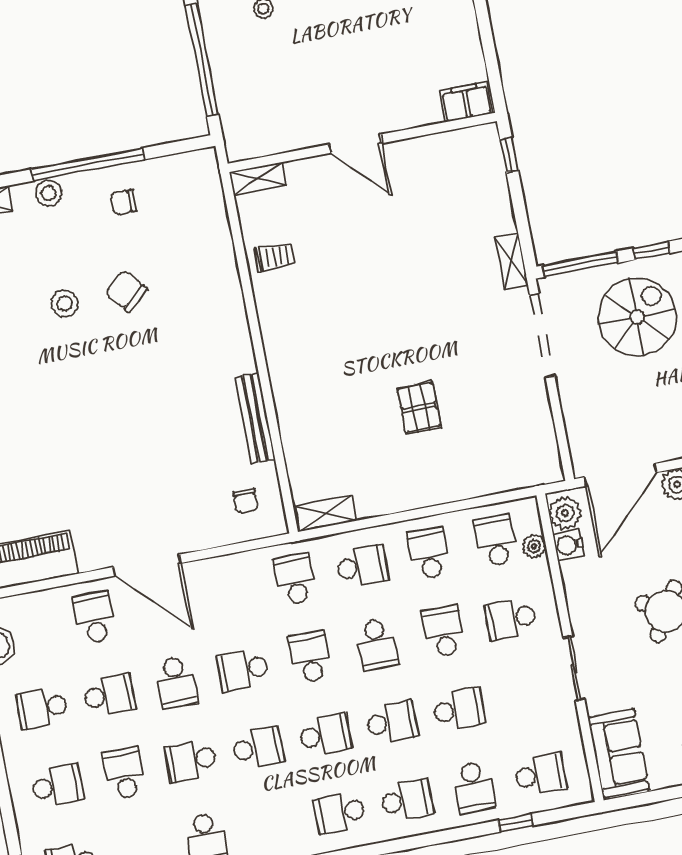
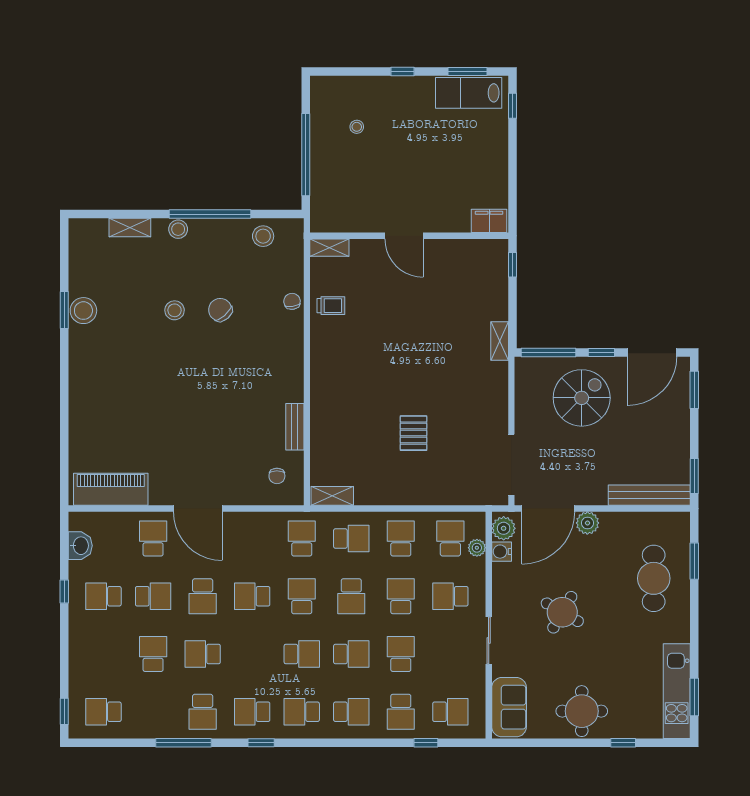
stool: (165, 181) -> (263, 236), added
chair: (123, 202) -> (292, 301), moved, turned 82
doorway: (542, 335) -> (511, 465), moved
bench: (255, 418) -> (295, 427), width x0.73
school desk: (459, 709) -> (401, 654), turned -90
school desk: (258, 748) -> (252, 712), moved, turned 180
school desk: (57, 786) -> (104, 654), removed

